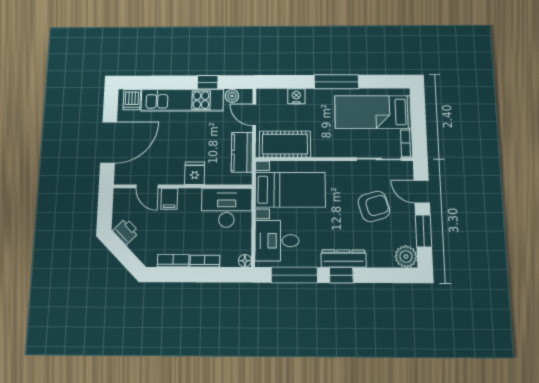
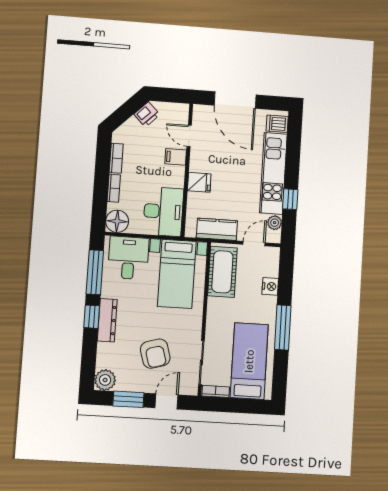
door: (147, 186) -> (189, 136), hinge flipped
floor lamp: (245, 261) -> (117, 221), width x1.89, depth x1.89

